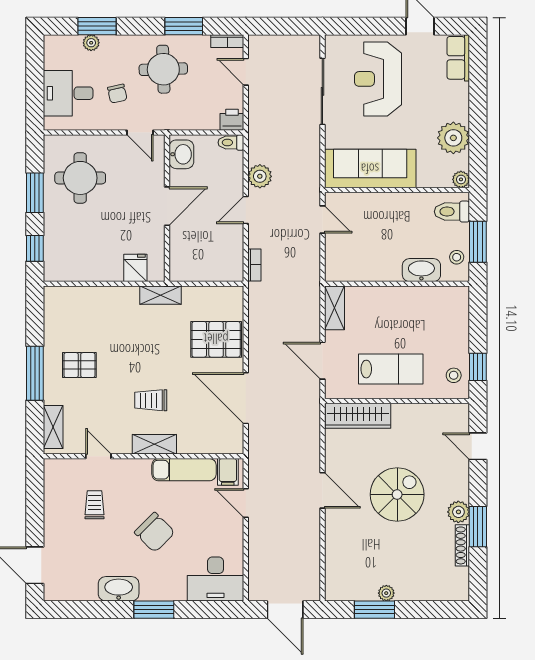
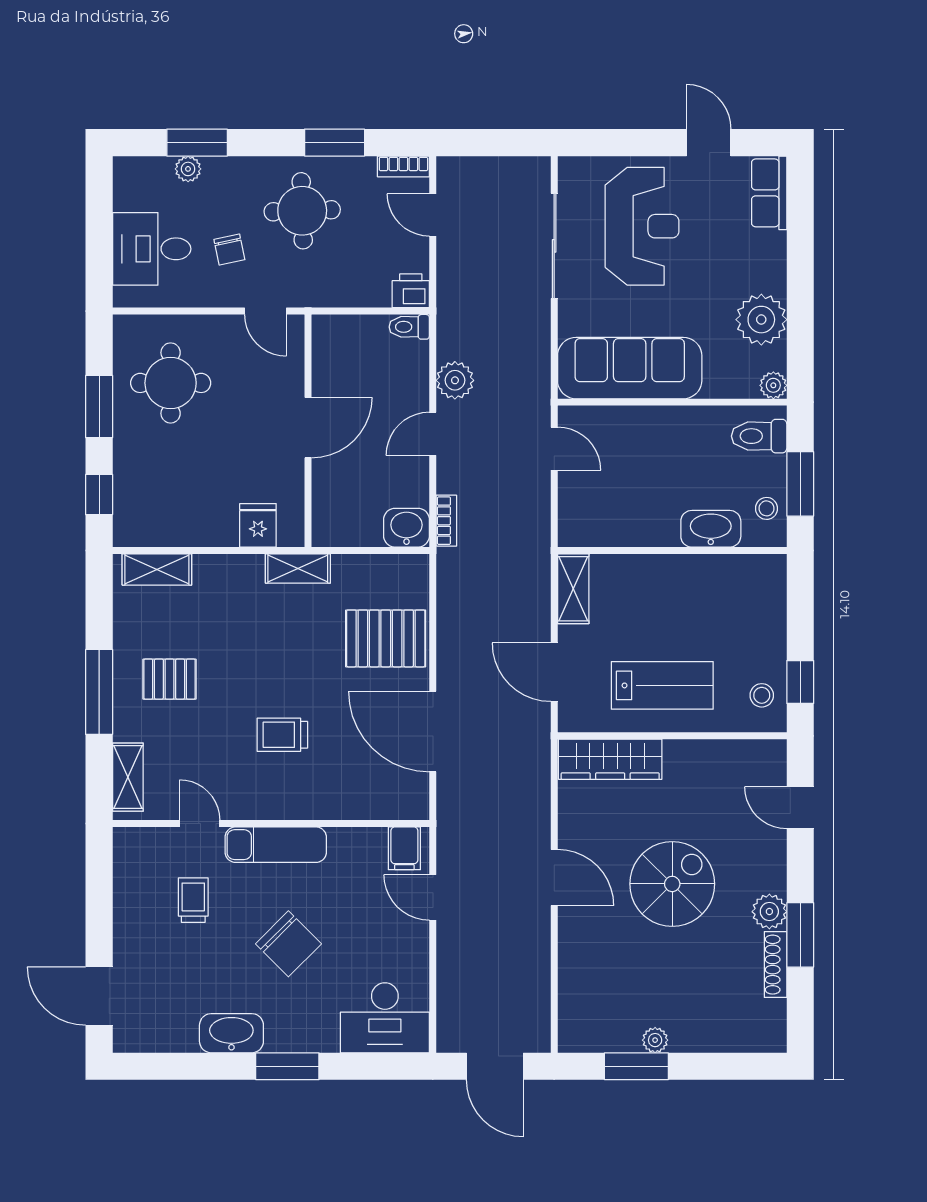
reception desk: (378, 79) -> (642, 226), turned 180
washbasin: (181, 154) -> (406, 528), moved, turned -90
shelving: (154, 444) -> (157, 569), moved
exam couch: (184, 470) -> (276, 845), moved

